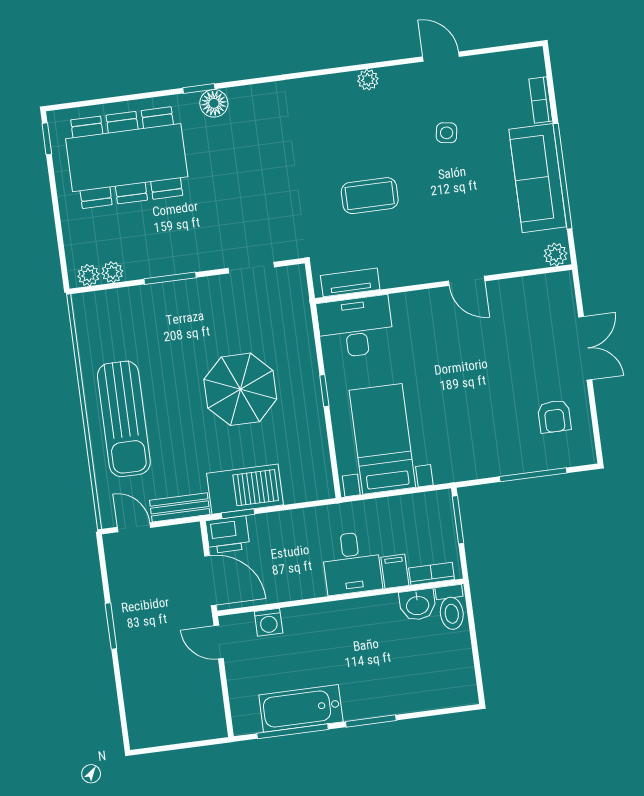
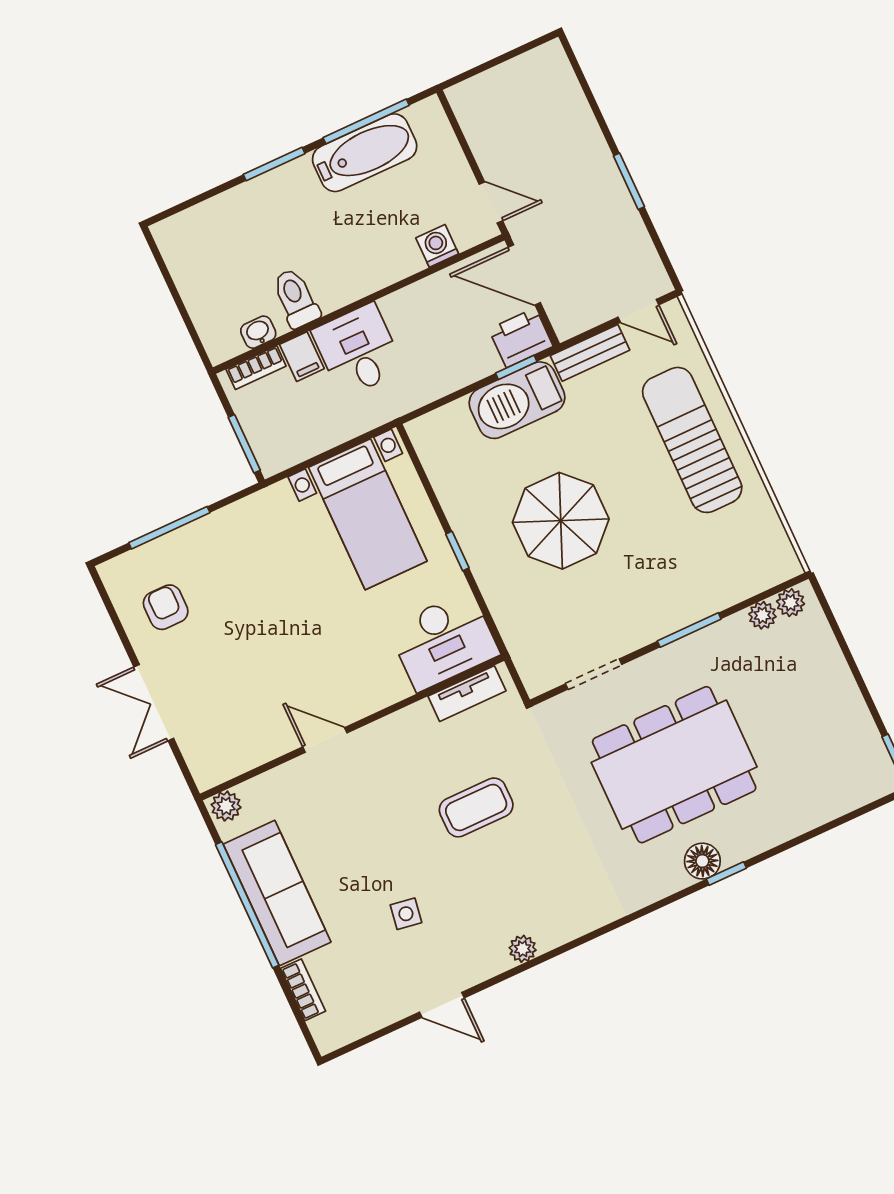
dining table: (127, 158) -> (674, 765), moved
washbasin: (418, 605) -> (258, 332), width x0.72, depth x0.69
toilet: (451, 608) -> (296, 298), moved

